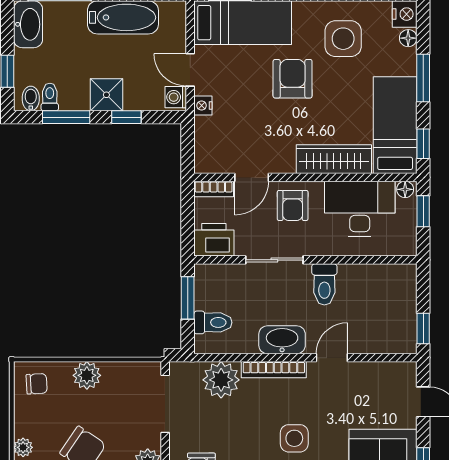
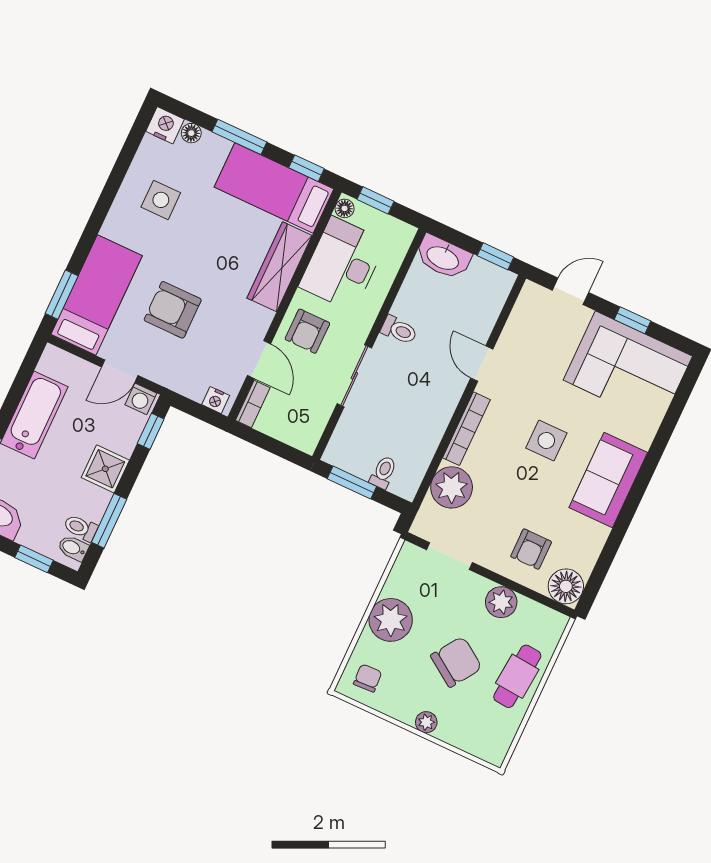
side table: (343, 39) -> (161, 200), width x0.73, depth x0.73
armchair: (293, 79) -> (173, 310), moved
nightstand: (203, 105) -> (216, 400), moved
window: (126, 117) -> (151, 431), moved
armchair: (293, 205) -> (307, 331), turned 90
printer: (214, 240) -> (305, 428), removed
toilet: (324, 284) -> (399, 330), width x0.73, depth x0.72
toilet: (213, 322) -> (383, 472), width x0.73, depth x0.72
washbasin: (282, 340) -> (443, 257), moved, turned -90
plant: (87, 375) -> (391, 620), width x1.36, depth x1.36
doorway: (165, 404) -> (450, 556), width x0.73

